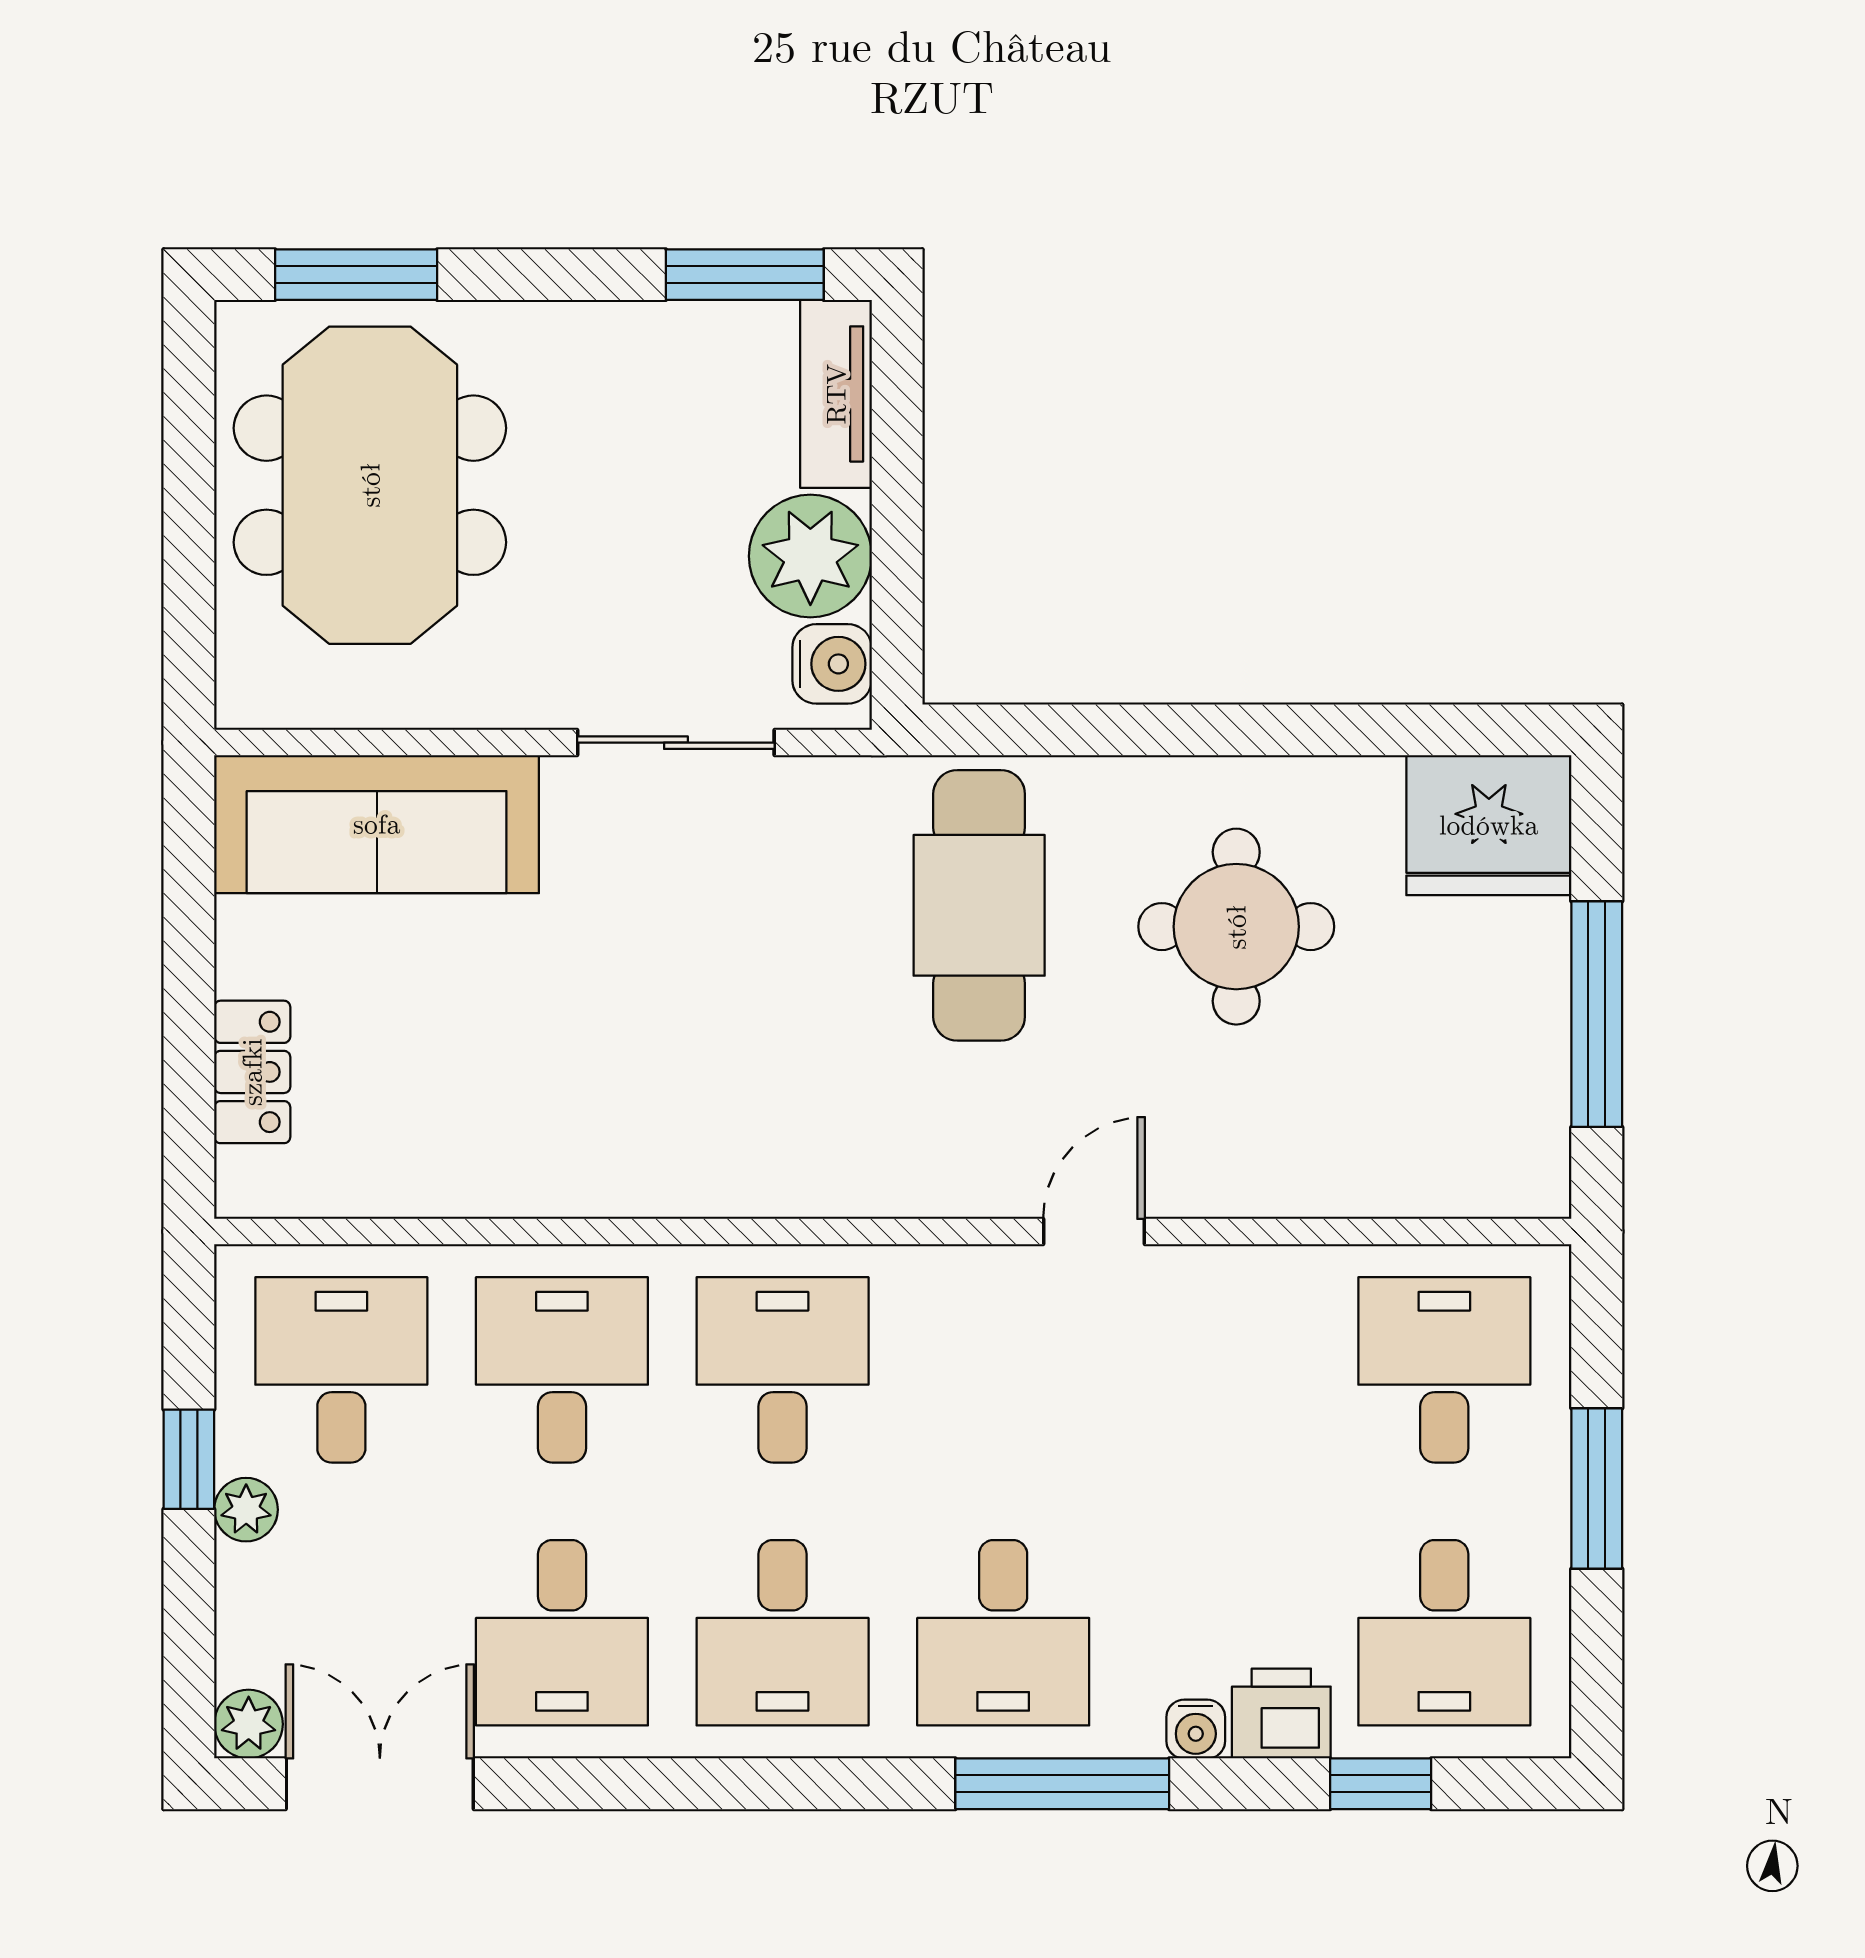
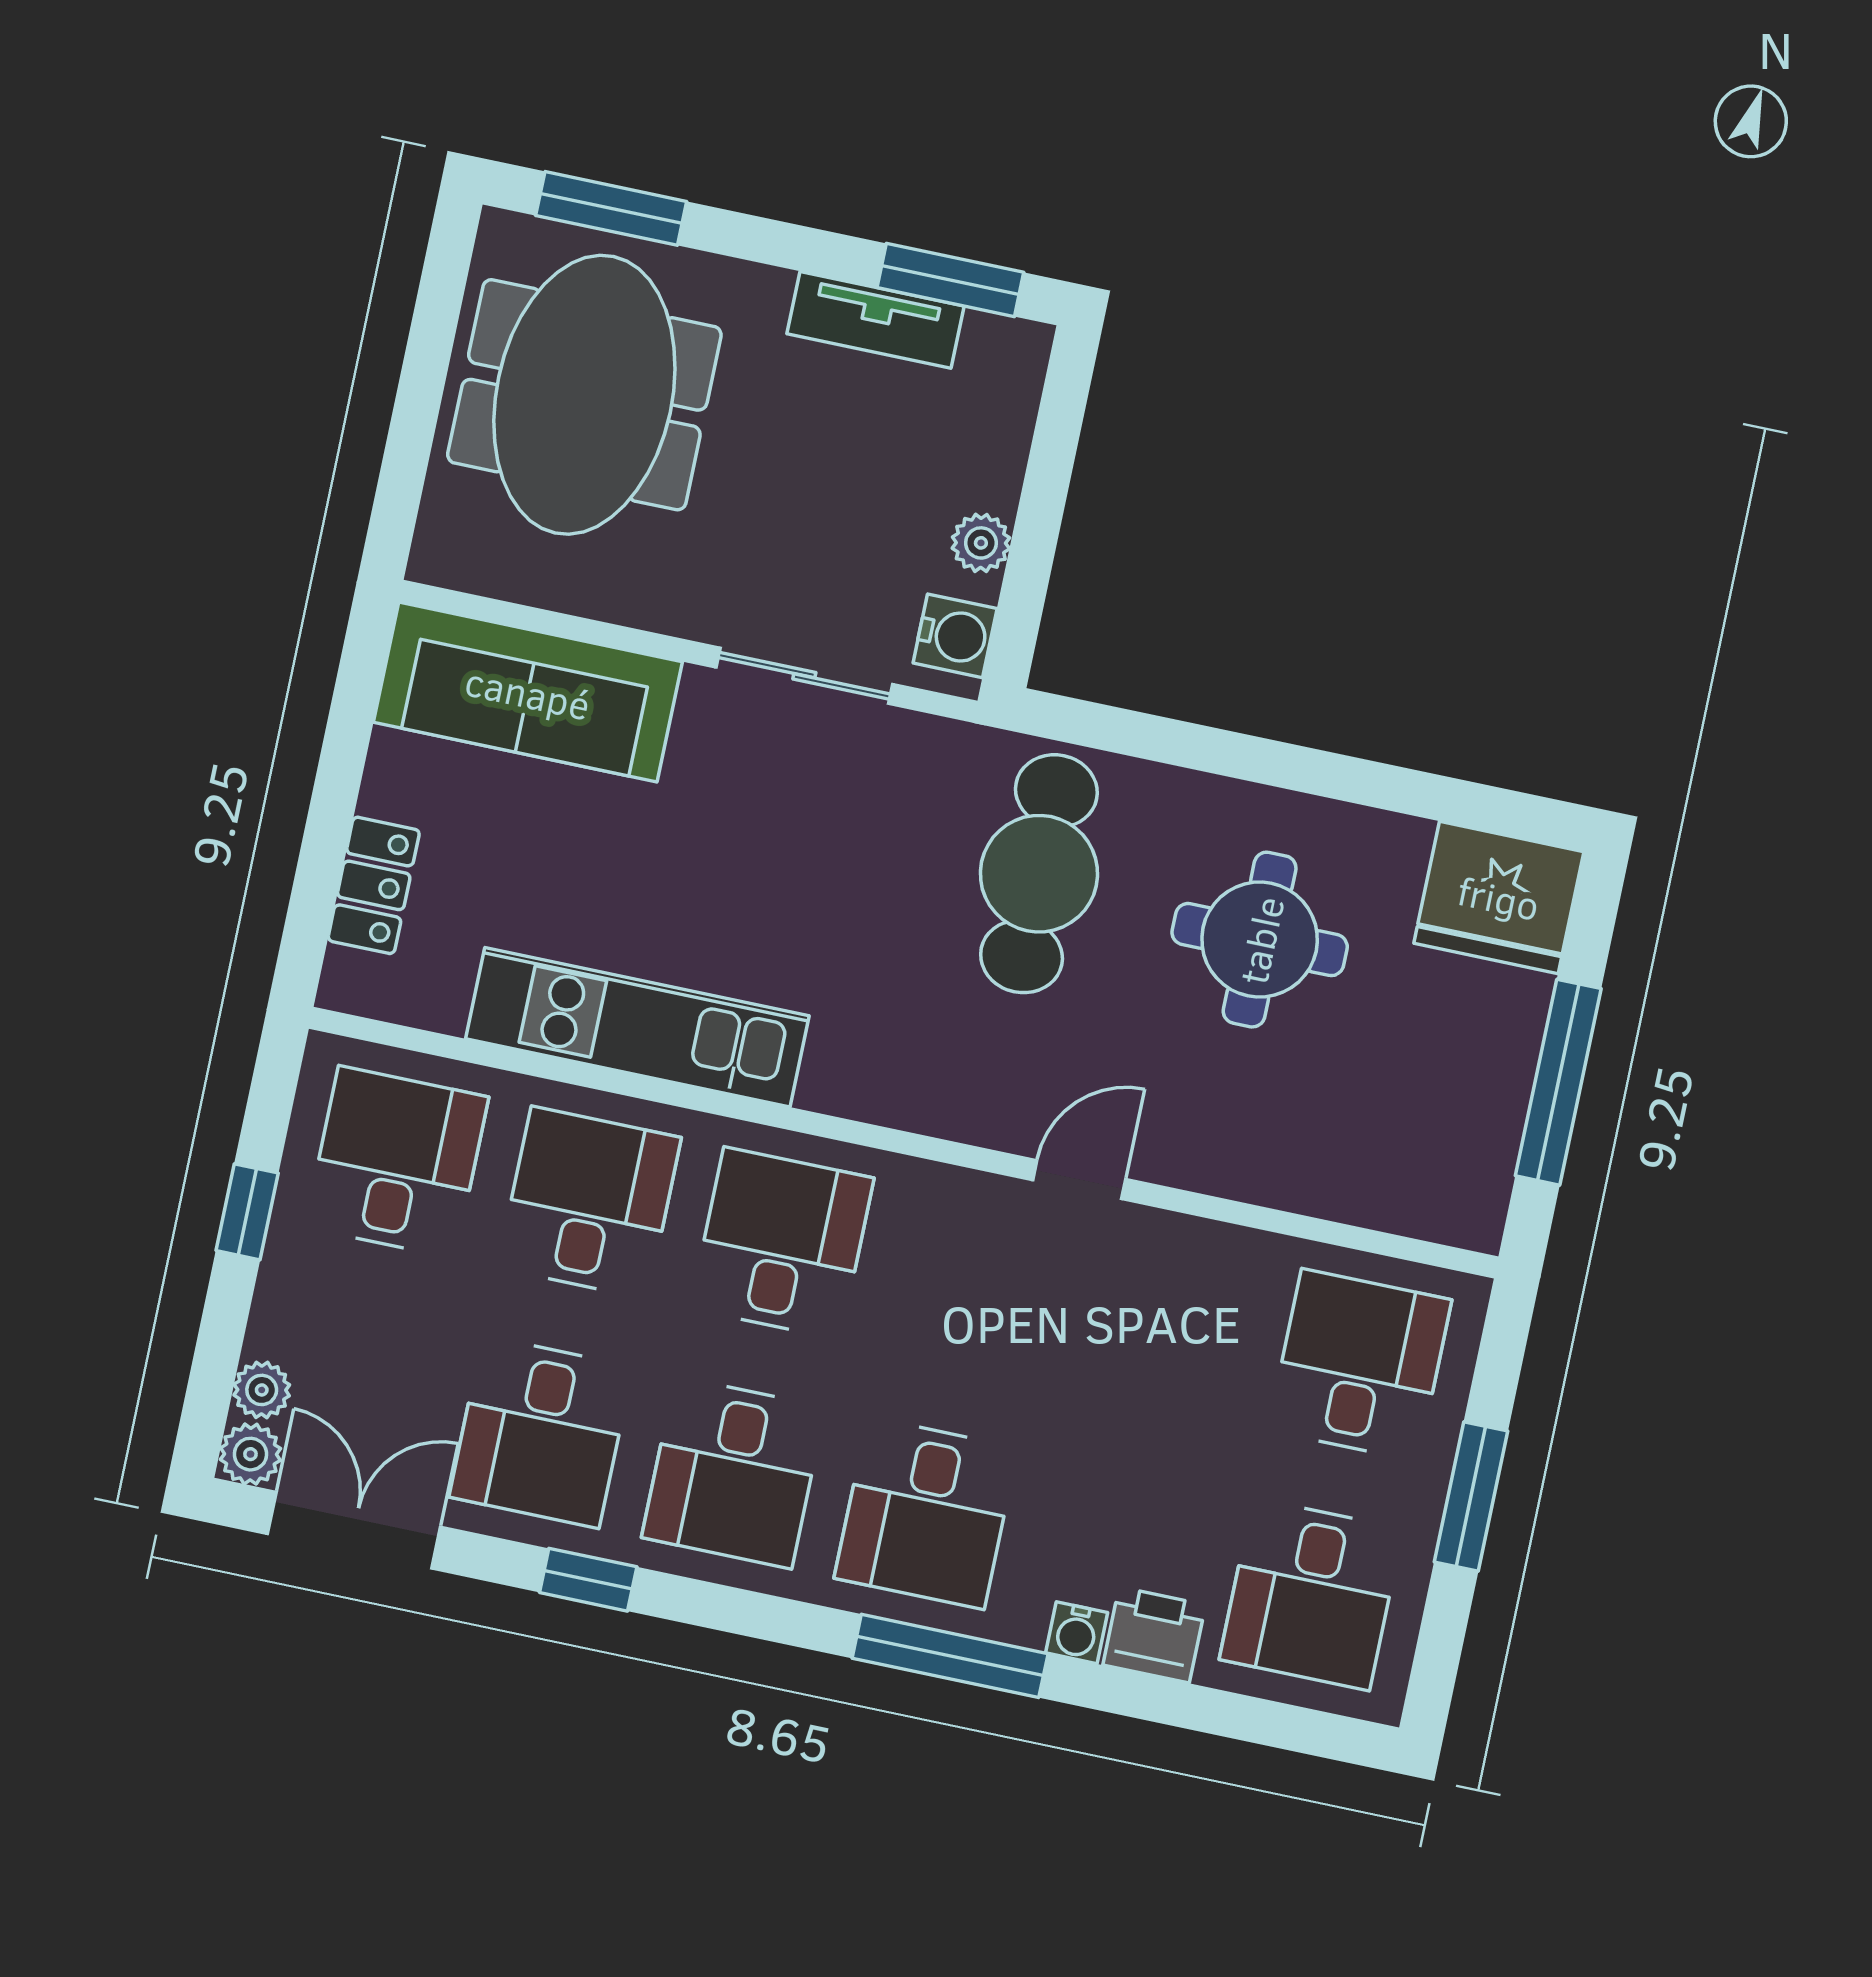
tv unit: (836, 394) -> (875, 320), moved, turned -90
plant: (810, 556) -> (981, 543), width x0.53, depth x0.53
kitchen unit: (574, 1167) -> (637, 1027), added
plant: (246, 1510) -> (262, 1390), moved
window: (1381, 1784) -> (588, 1580), moved

